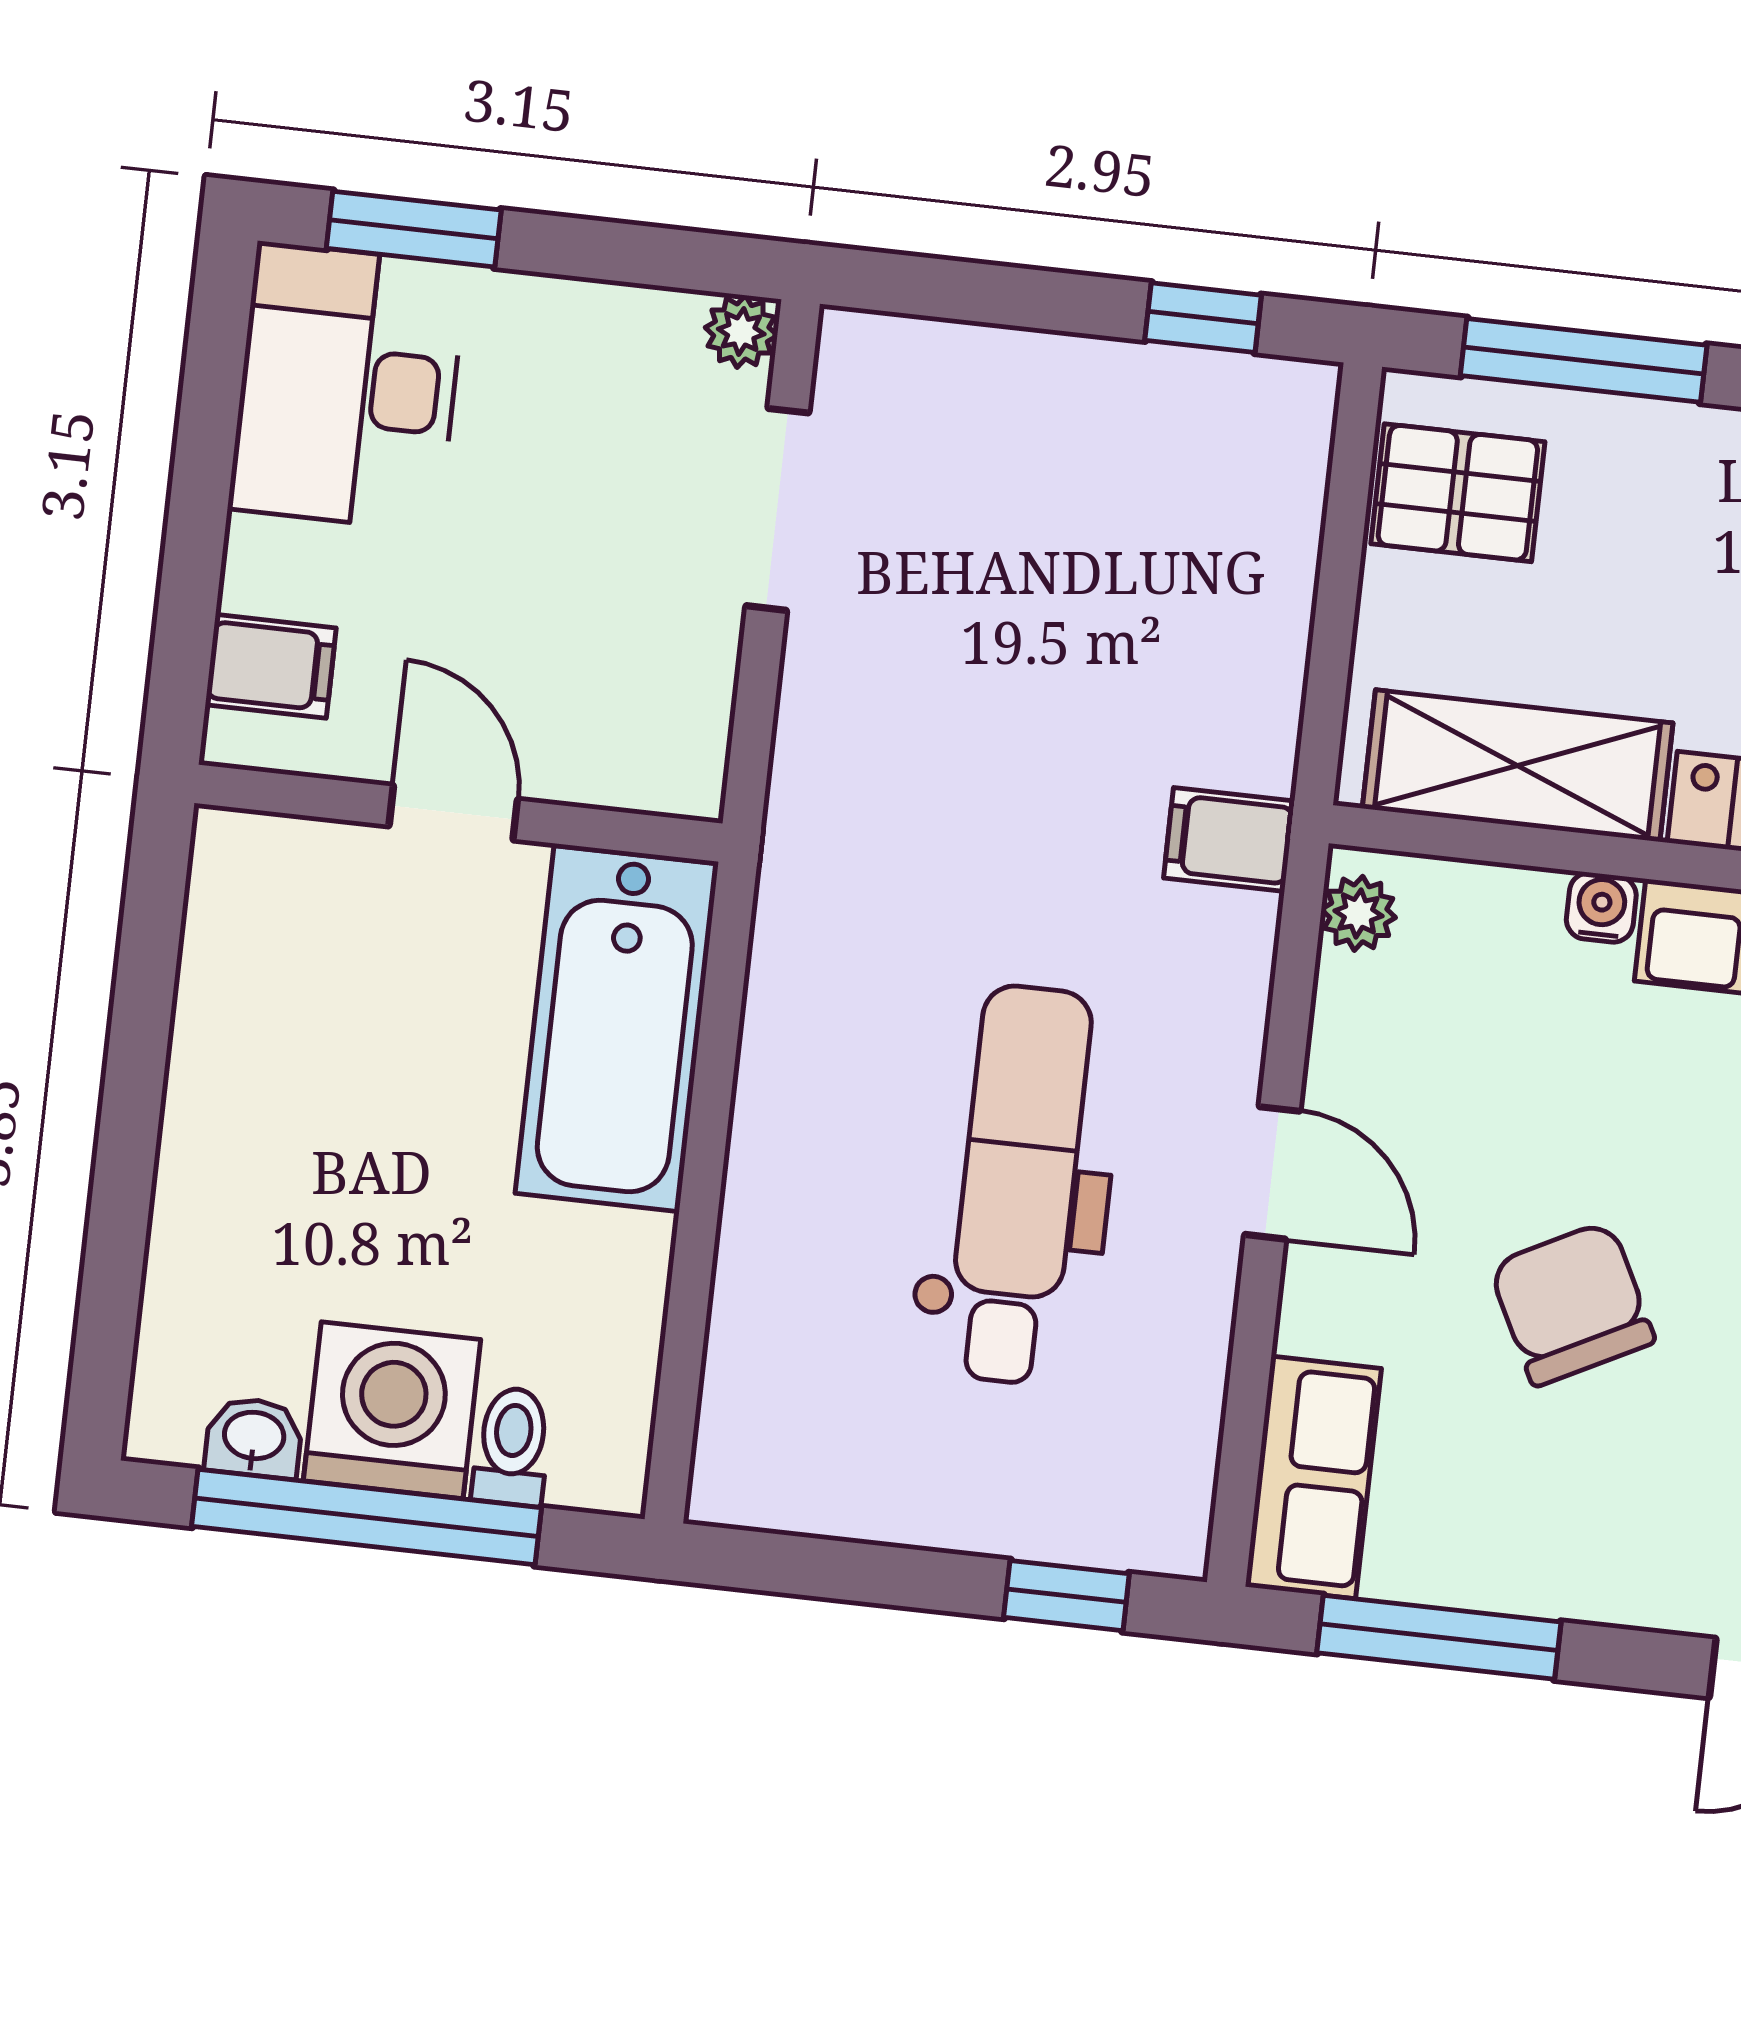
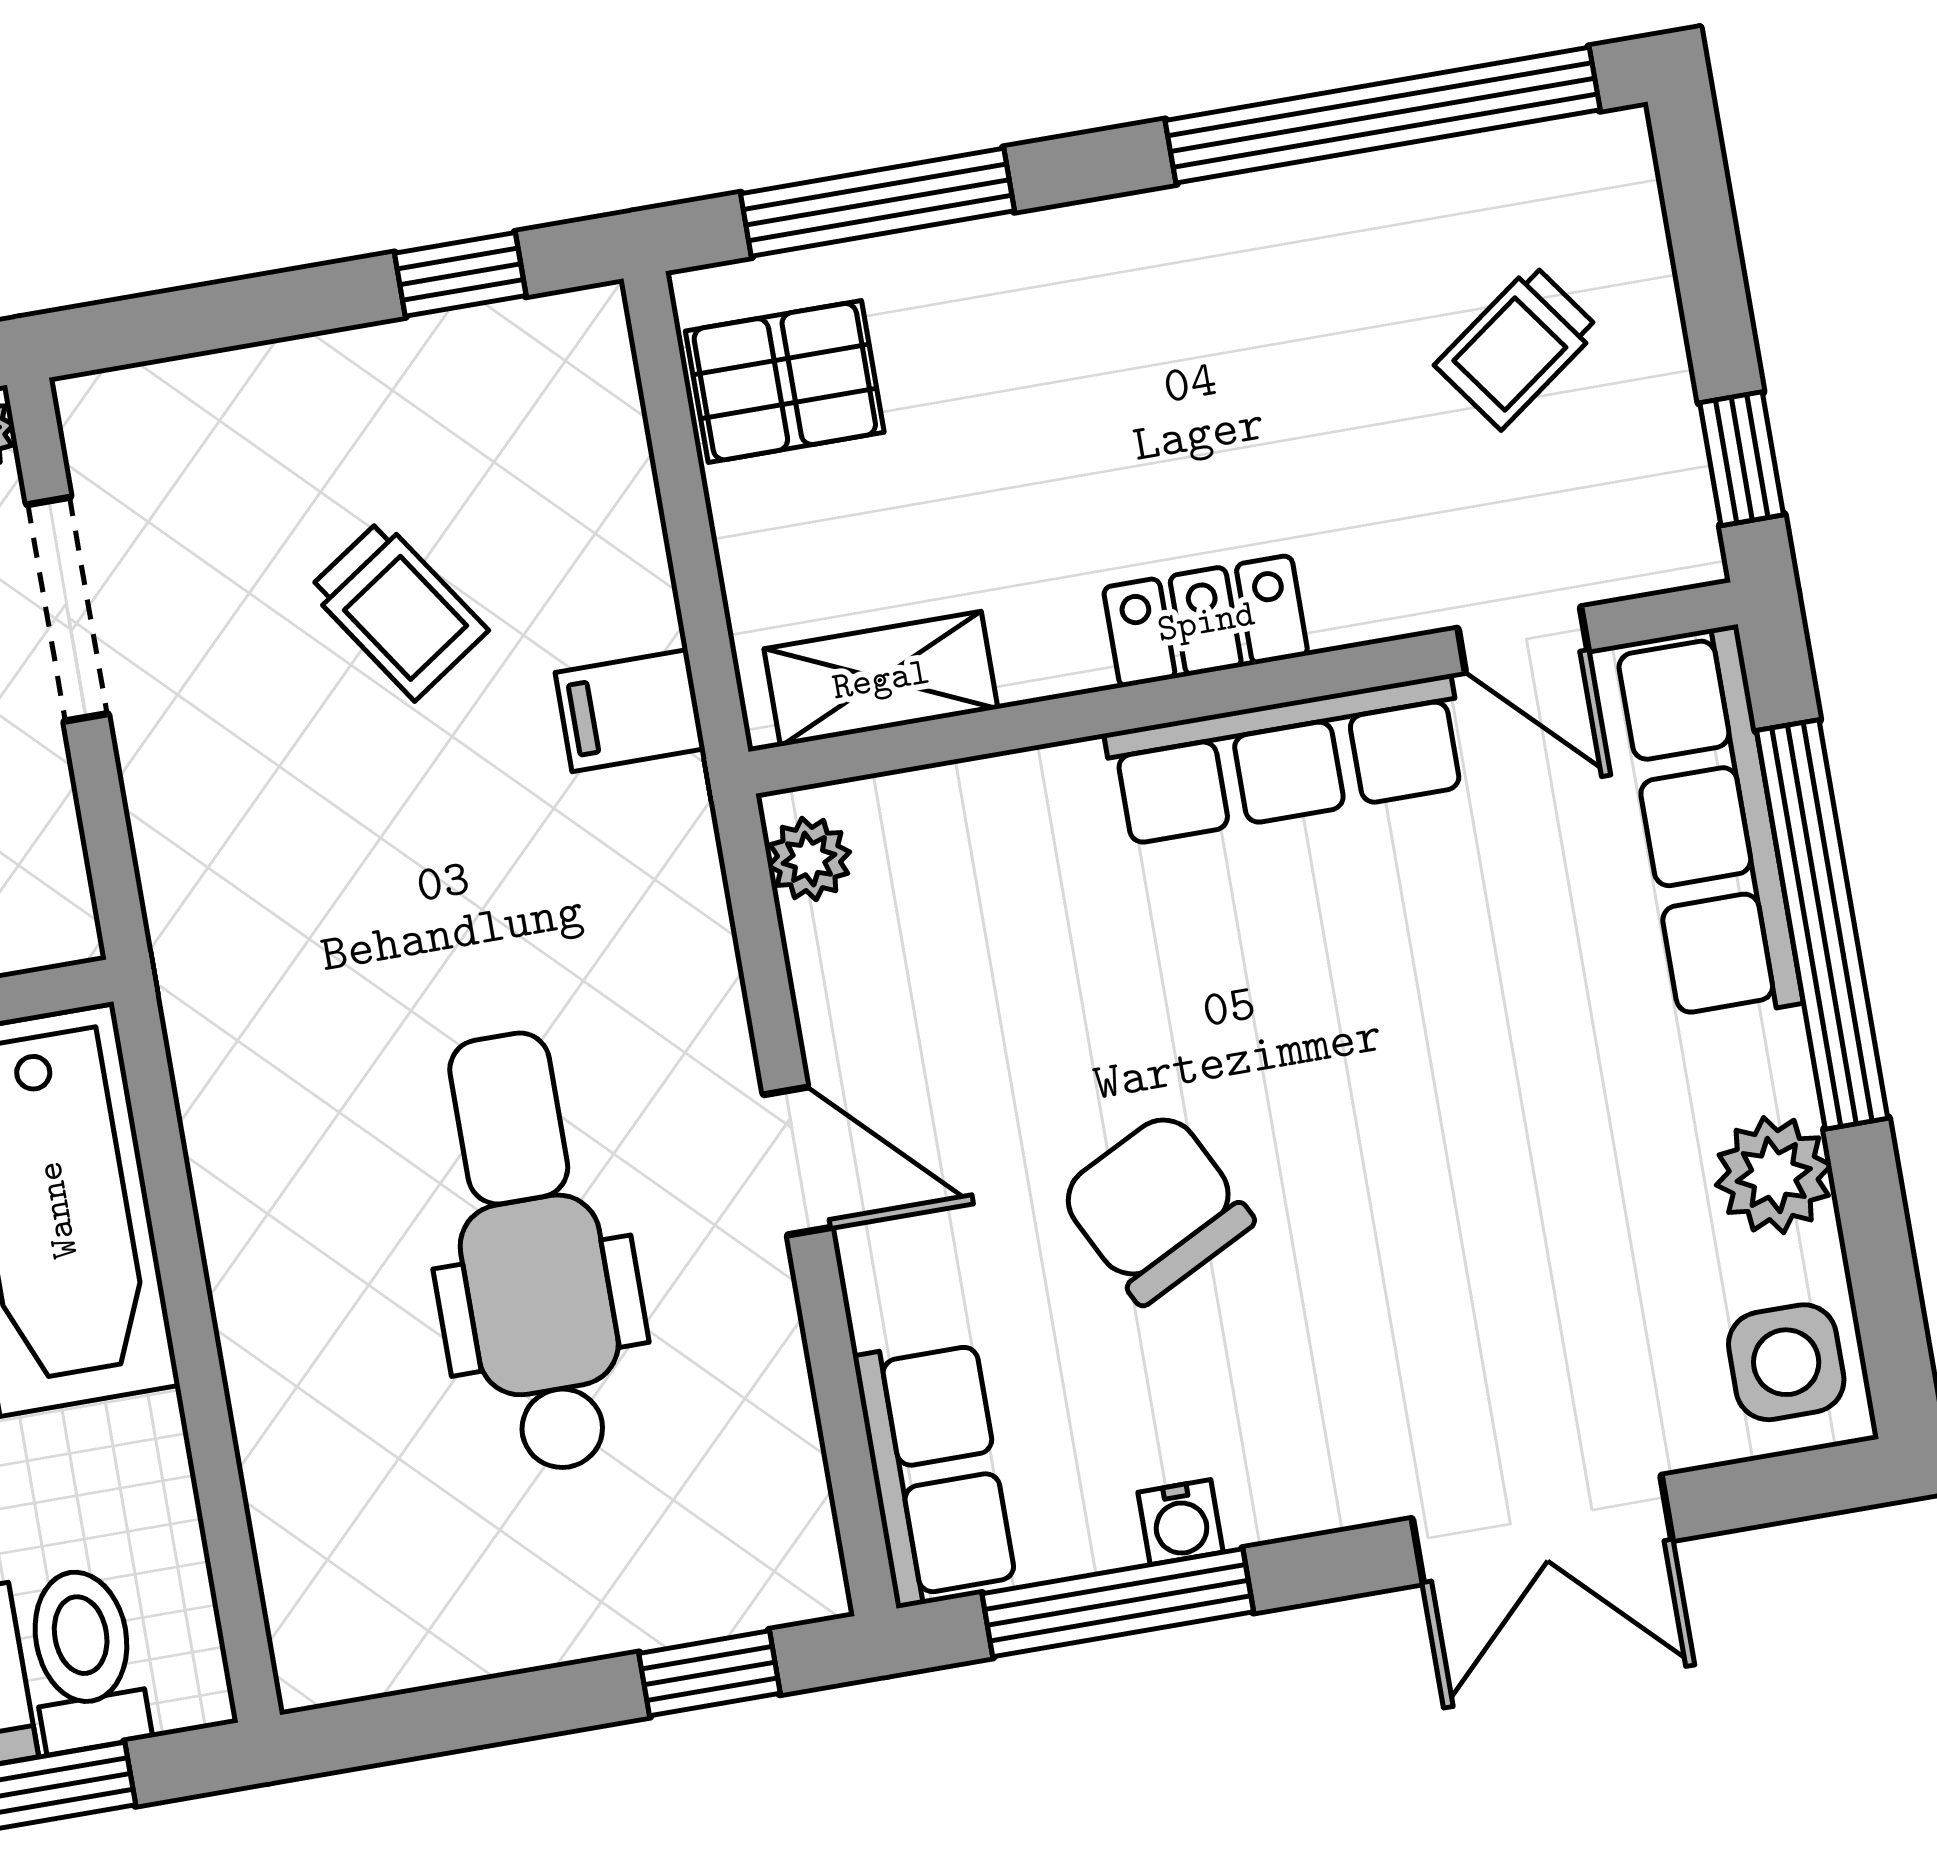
trolley: (1064, 593) -> (398, 610), added
shelving: (1518, 766) -> (881, 679), width x0.67, depth x0.75
filing cabinet: (1229, 839) -> (630, 711), moved
water cooler: (1601, 907) -> (1181, 1522), moved, turned 180
toilet: (512, 1446) -> (85, 1659), width x1.37, depth x1.39

